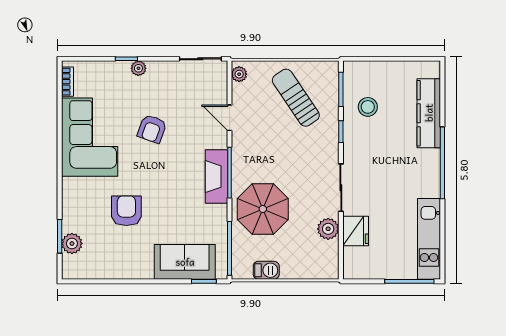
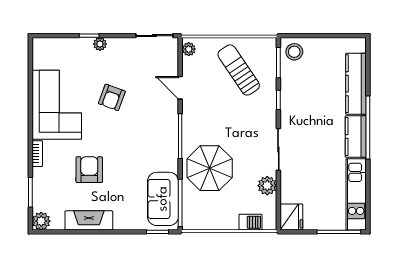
bookcase: (67, 82) -> (37, 154), moved
stool: (368, 107) -> (294, 52), moved
kitchen counter: (429, 173) -> (356, 137), added
fireplace: (217, 177) -> (89, 220), moved, turned 90
fridge: (356, 231) -> (291, 217), moved
plant: (72, 243) -> (41, 221), moved
sofa: (185, 262) -> (163, 199), moved, turned -90
barbecue: (266, 270) -> (250, 222), moved

